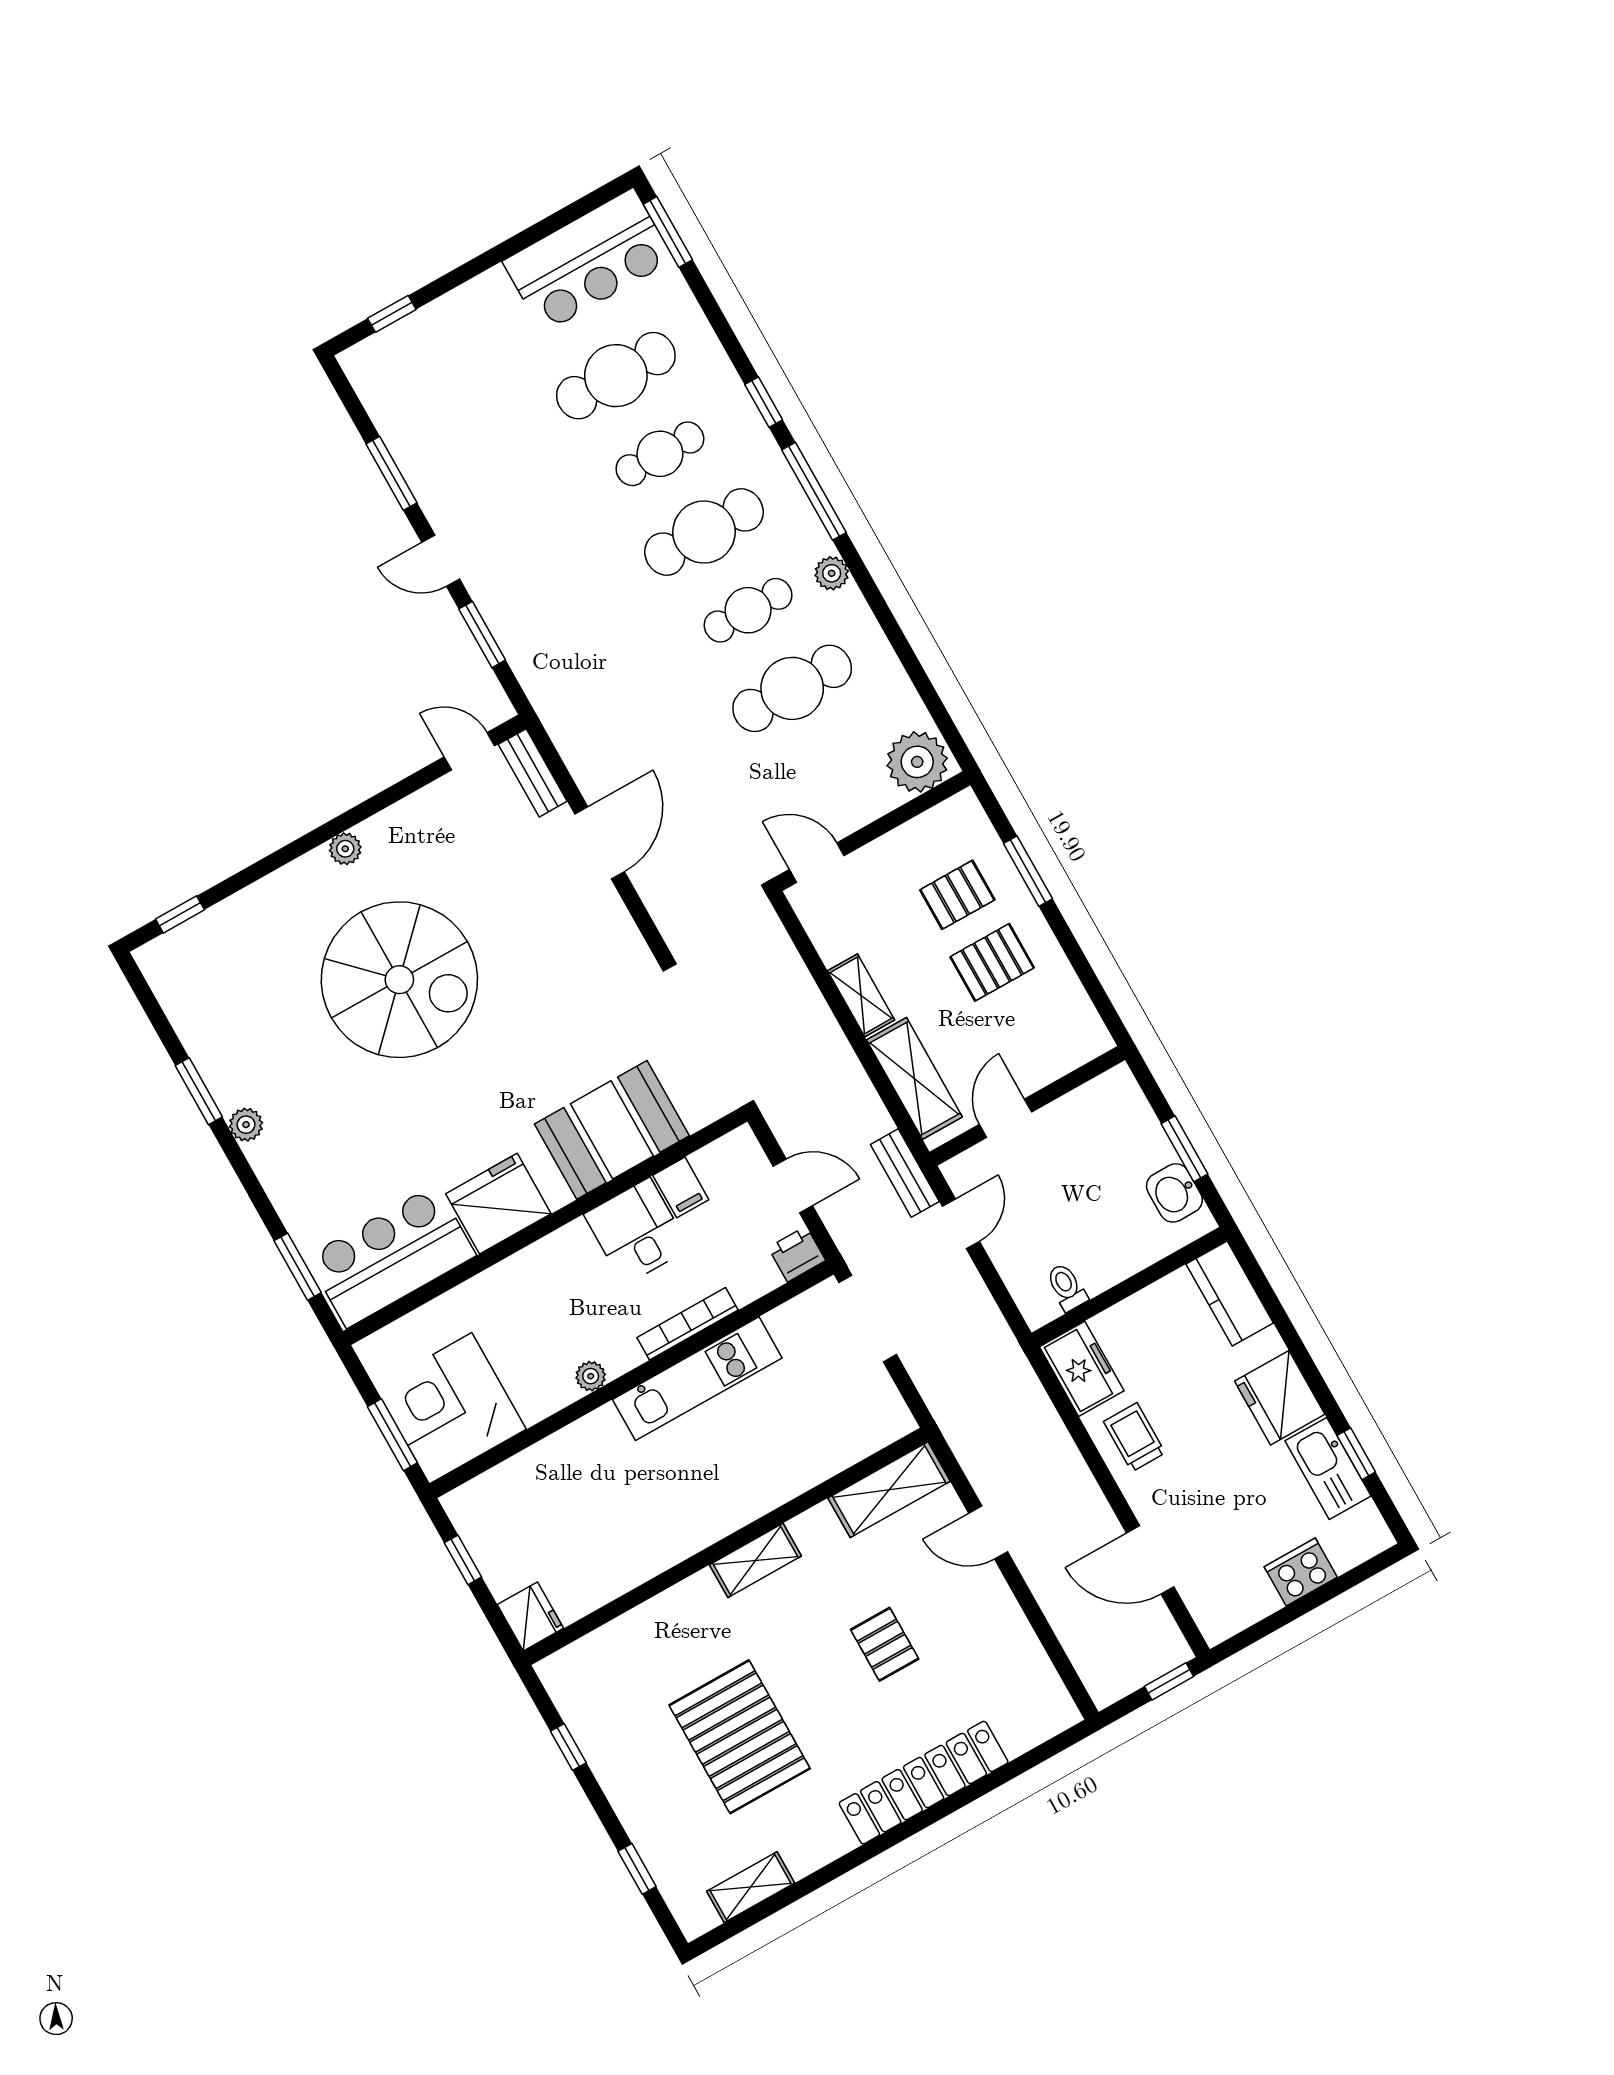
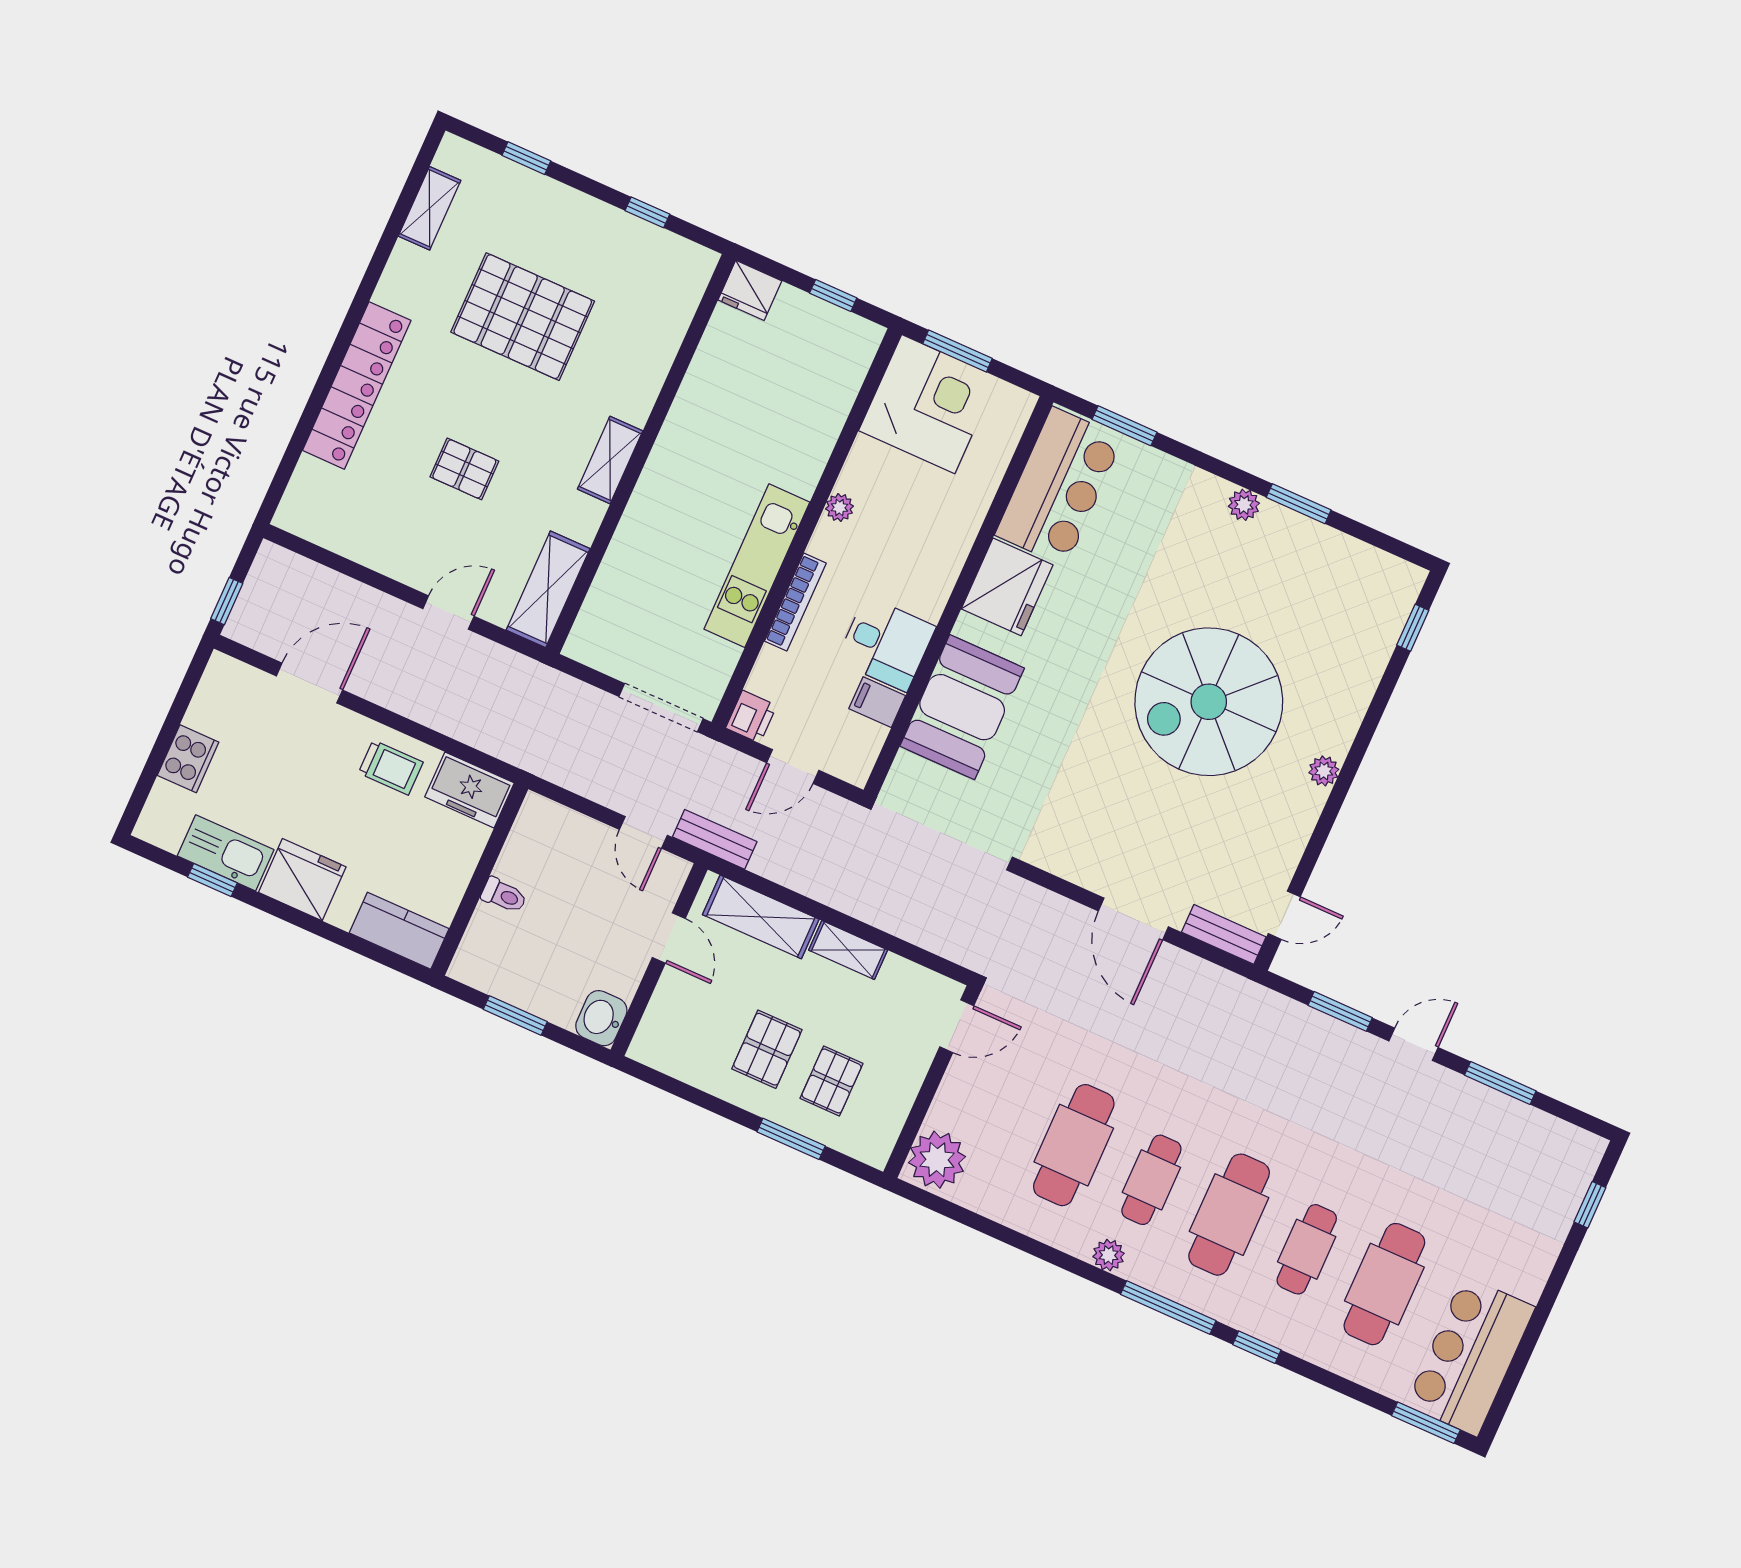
washbasin: (1174, 1193) -> (601, 1018), moved, turned -90
toilet: (1067, 1287) -> (504, 895), moved

